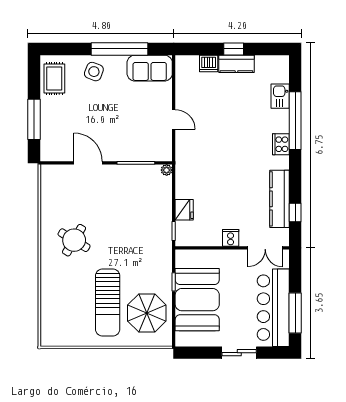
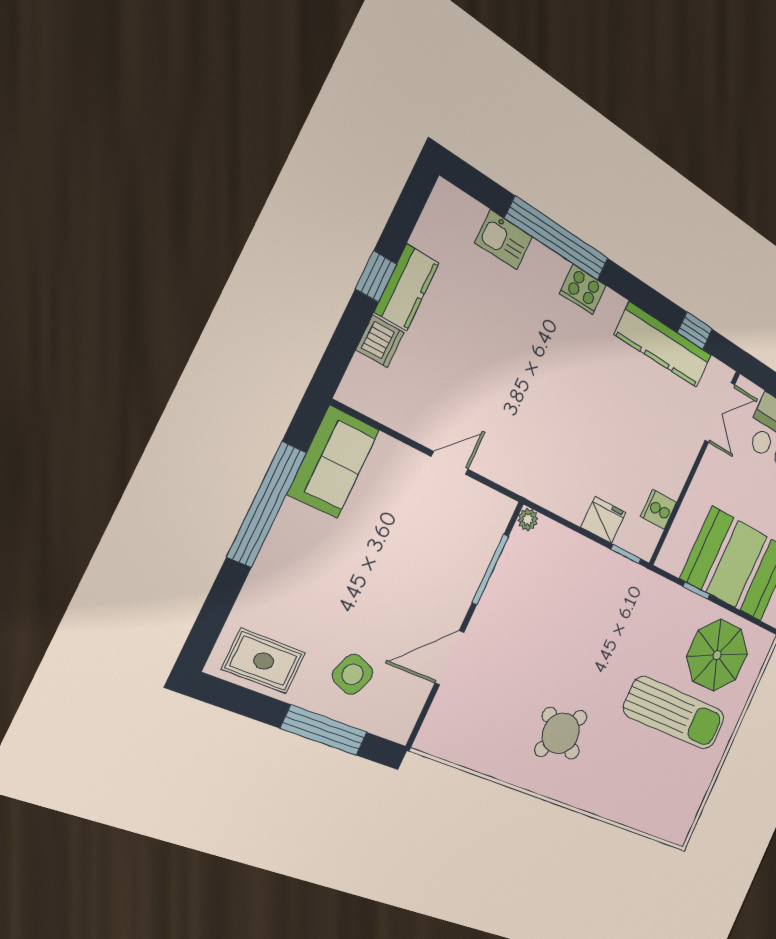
side table: (94, 72) -> (353, 674), moved
cooker: (231, 238) -> (658, 509), moved

